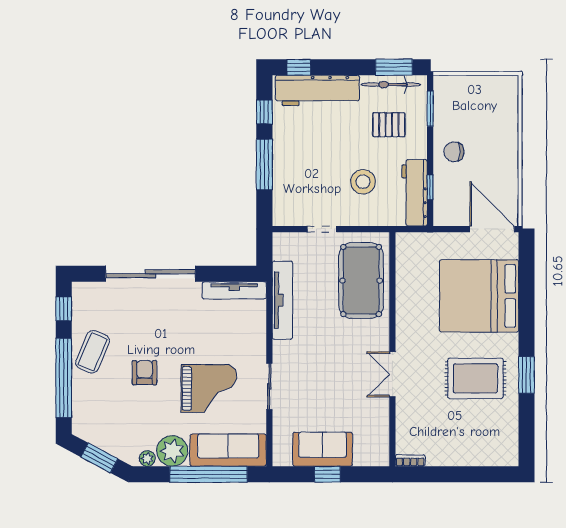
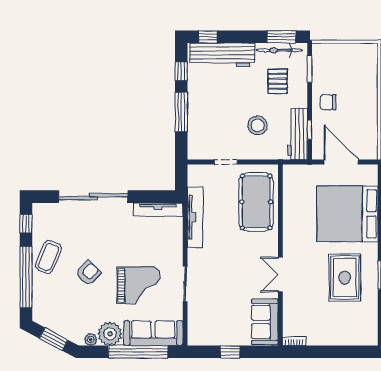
pallet: (389, 125) -> (278, 81), turned 90
door: (492, 229) -> (341, 162), moved
armchair: (144, 373) -> (88, 273), turned 43
rug: (476, 378) -> (345, 278), turned 90
sofa: (323, 449) -> (265, 322), moved, turned -90

